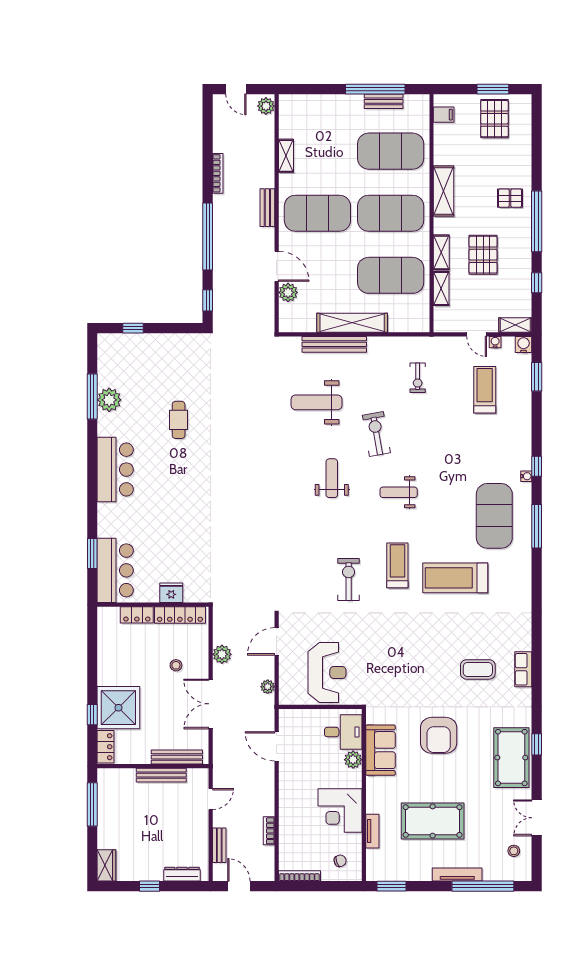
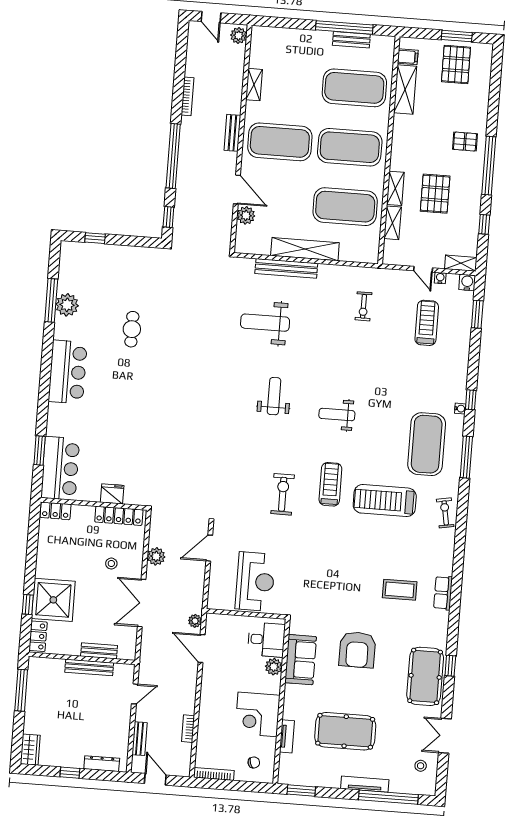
shelving: (444, 191) -> (405, 90), moved
exercise bike: (376, 434) -> (445, 513), moved, width x0.73, depth x0.72
locker: (137, 615) -> (55, 511), moved
plant: (268, 687) -> (195, 621), moved
bench: (177, 757) -> (99, 651), width x0.73

